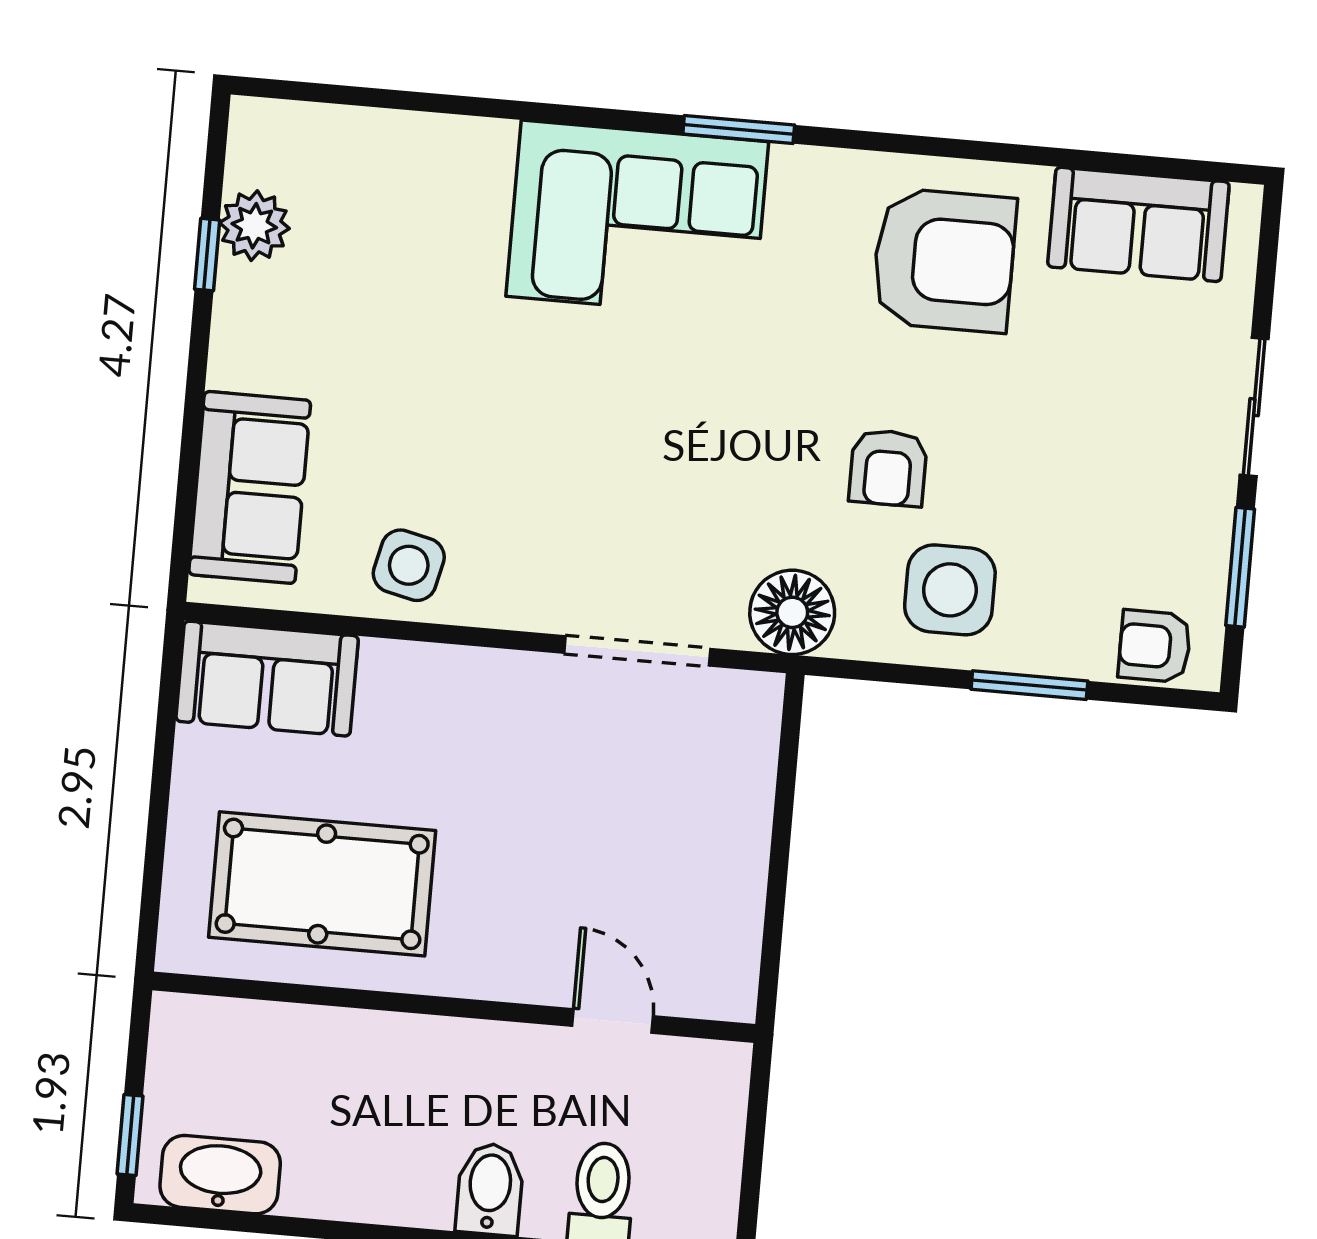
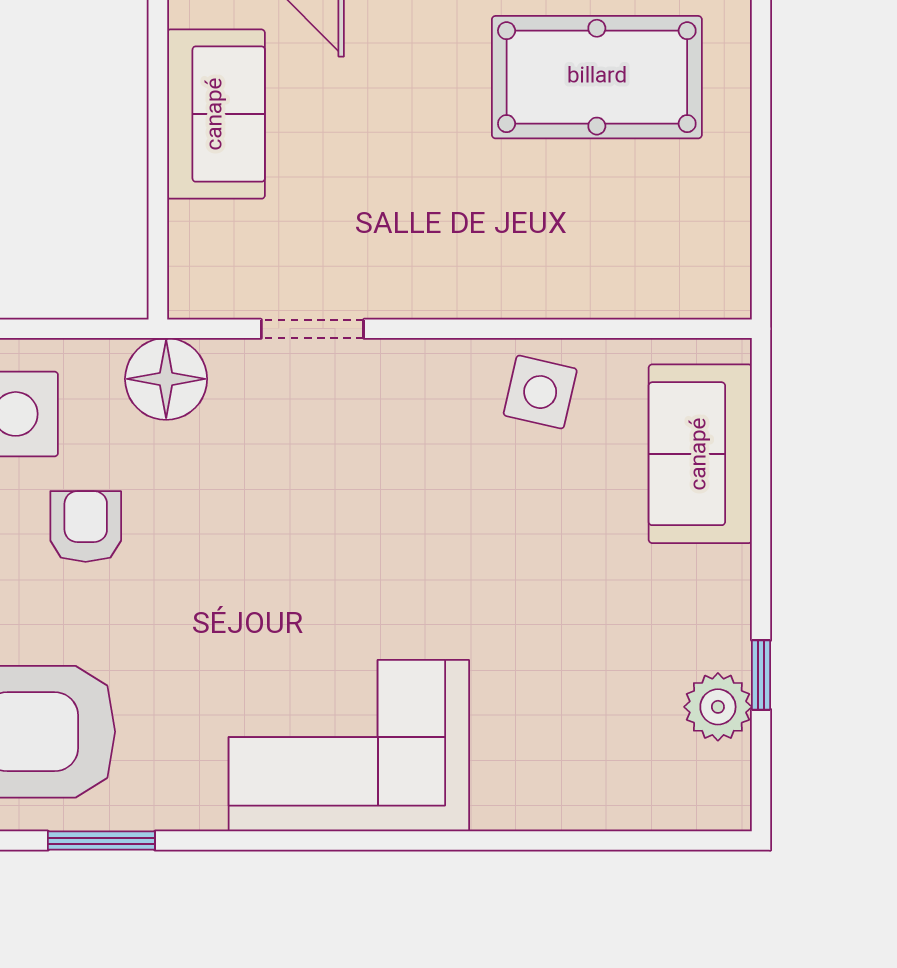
window: (739, 129) -> (101, 841), moved
doorway: (637, 651) -> (312, 329), width x0.73
sofa: (267, 679) -> (216, 114), moved, turned 90

